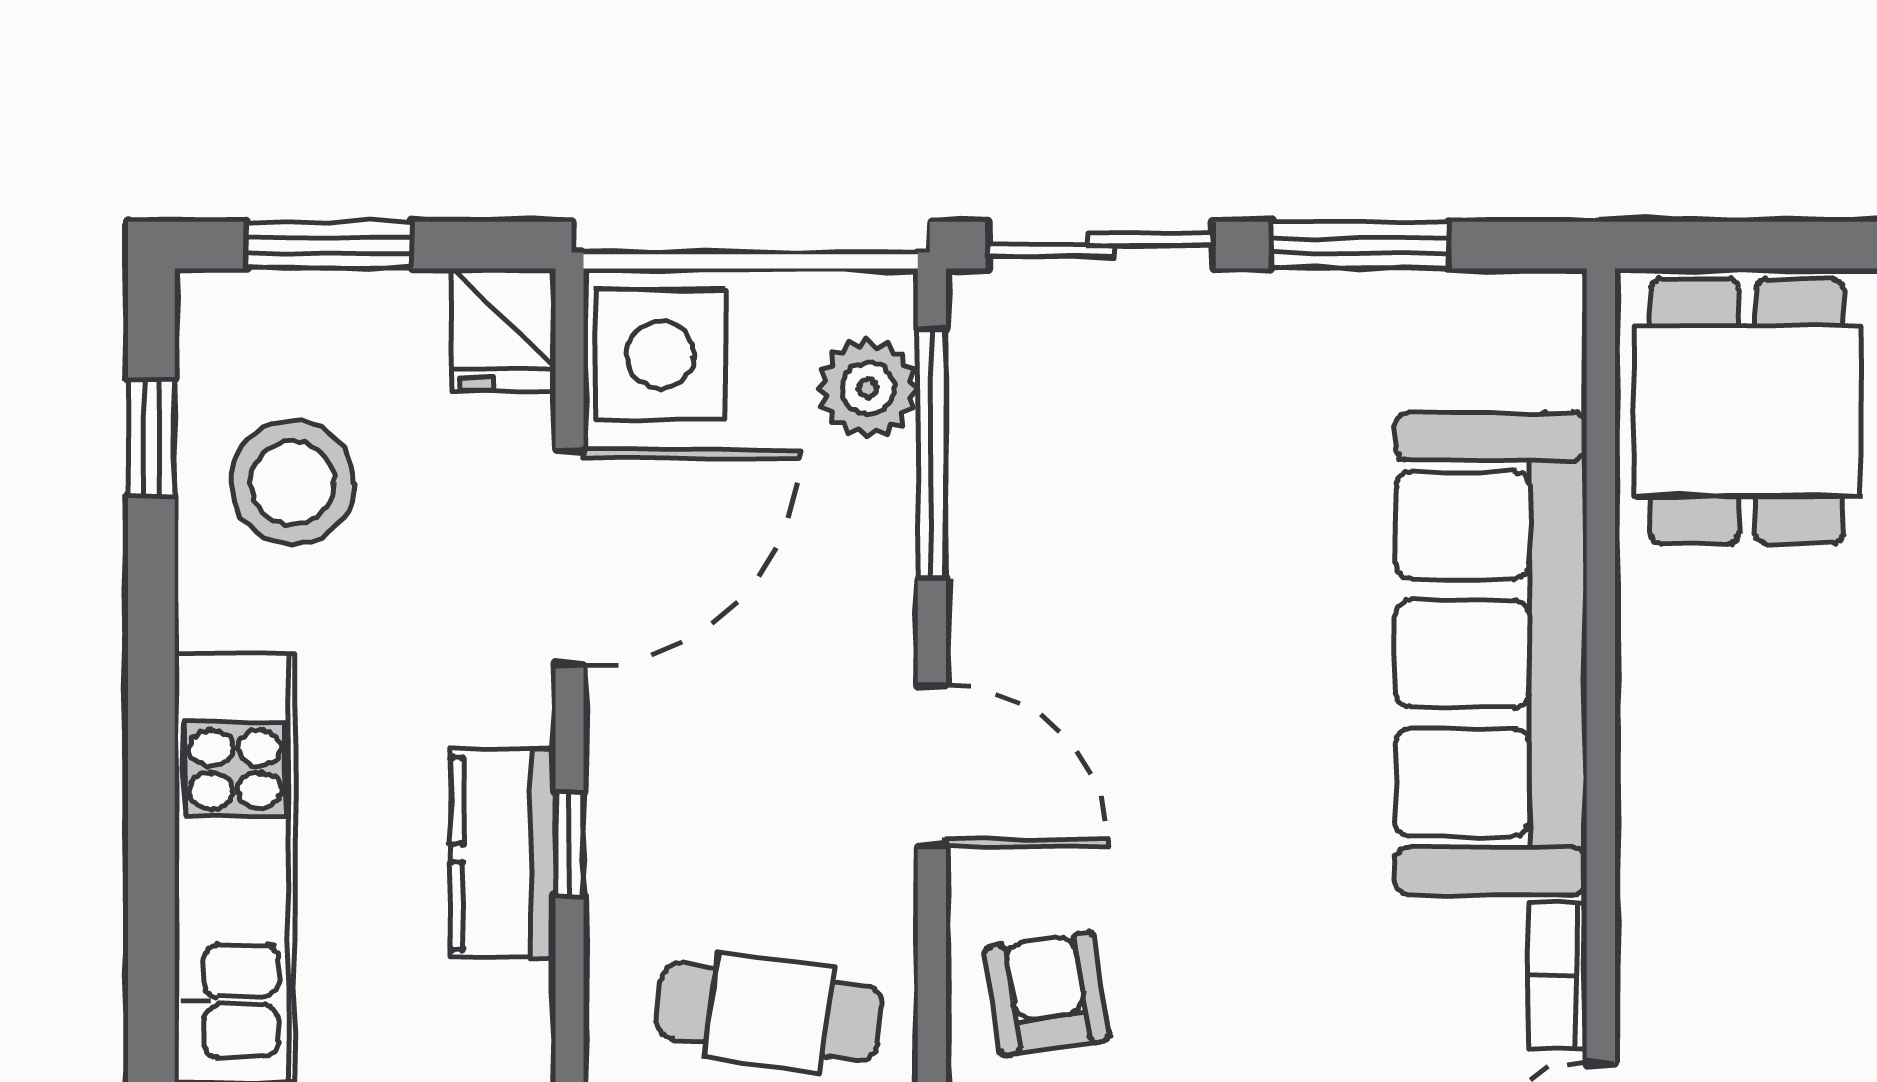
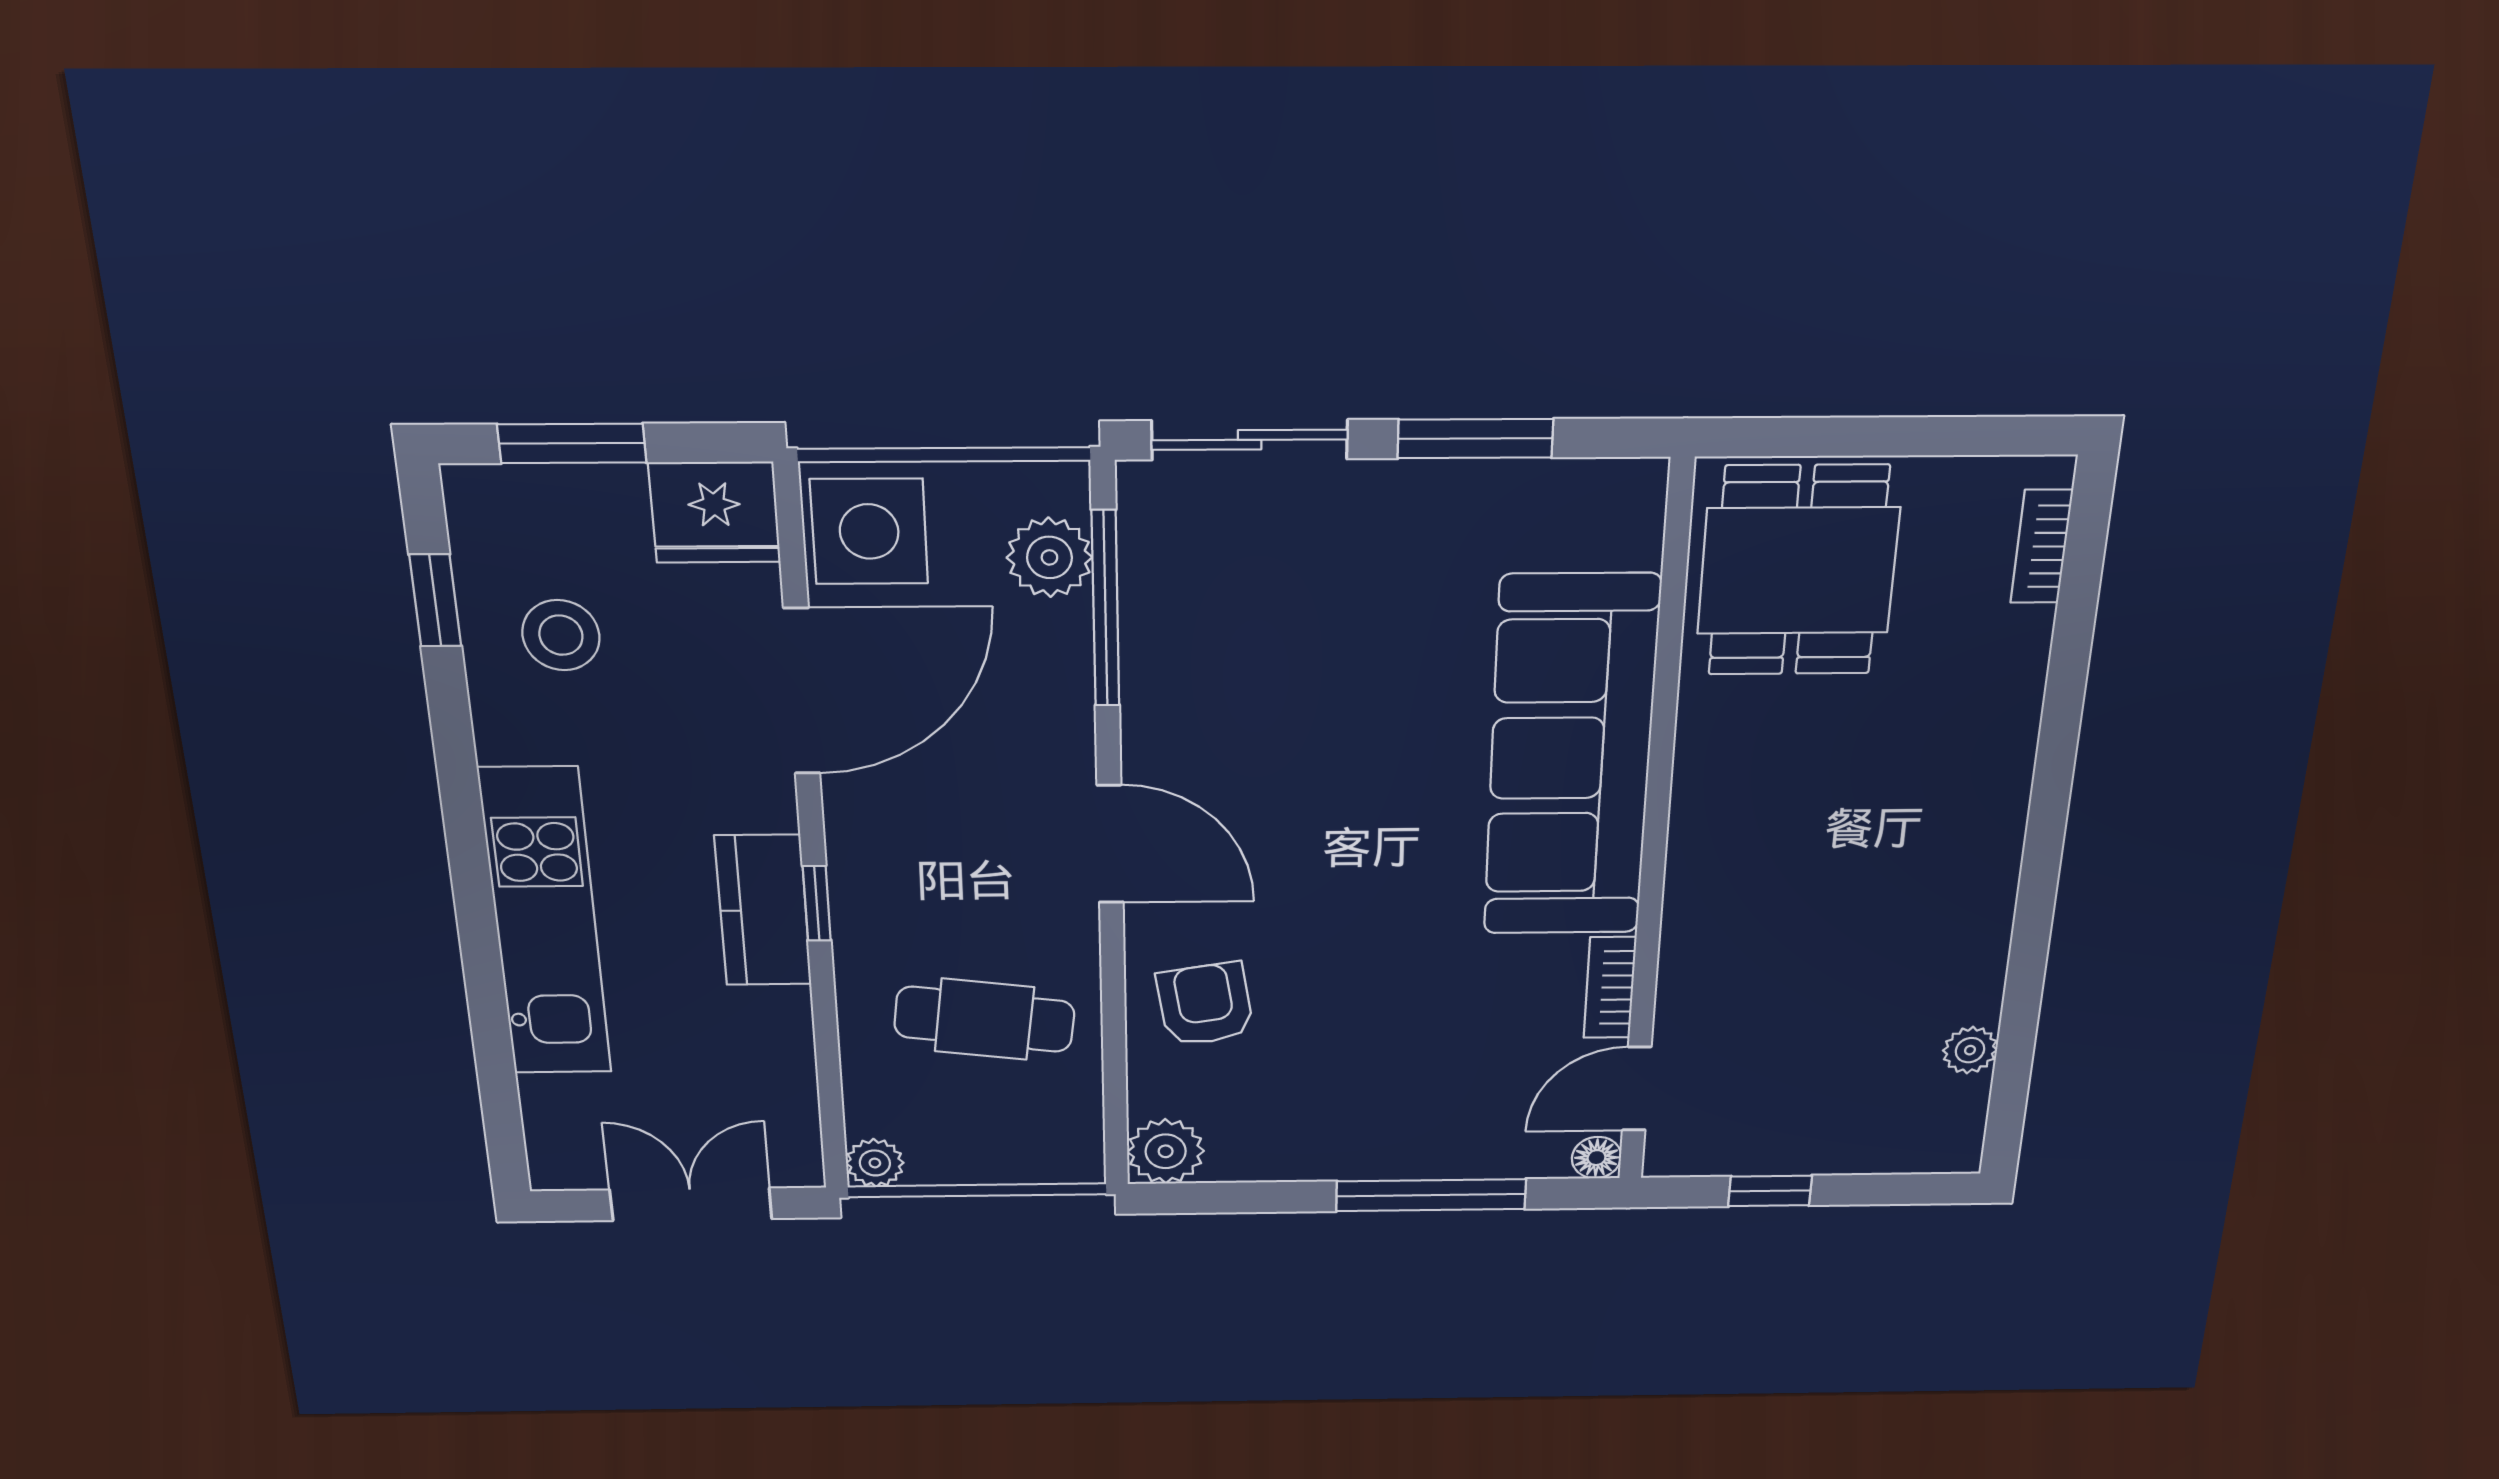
fridge: (504, 330) -> (715, 512), width x1.38
stool: (292, 482) -> (561, 635), width x0.73, depth x0.73

